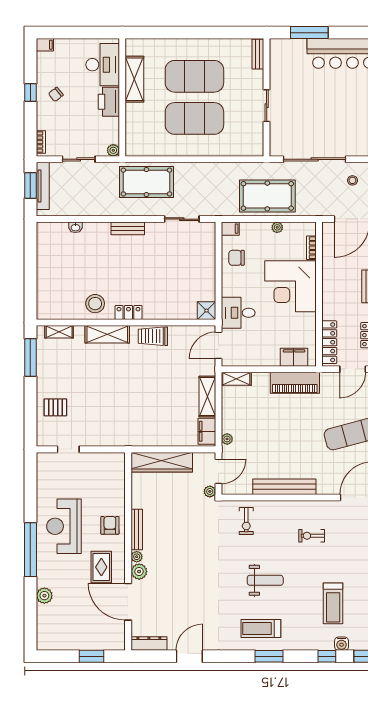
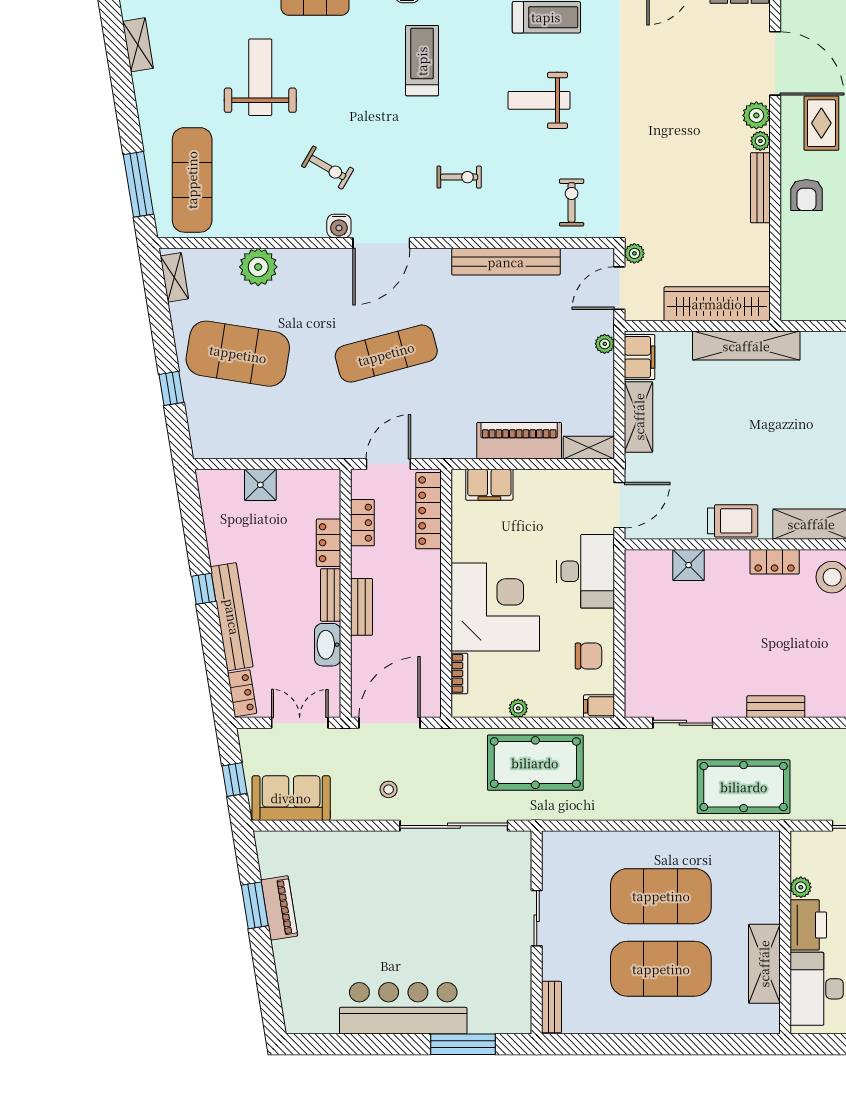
plant: (113, 150) -> (801, 887), moved
shower: (206, 311) -> (689, 565), moved
desk: (238, 313) -> (585, 571), width x1.37
piano: (295, 383) -> (519, 441), moved
shelving: (145, 438) -> (746, 346), added

